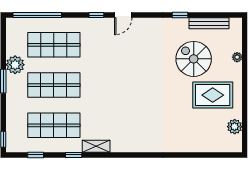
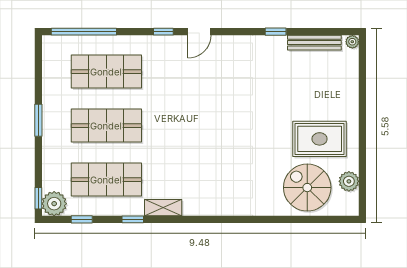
plant: (237, 57) -> (352, 42), moved
spiral stairs: (194, 59) -> (307, 188), moved
plant: (15, 65) -> (54, 204), moved

